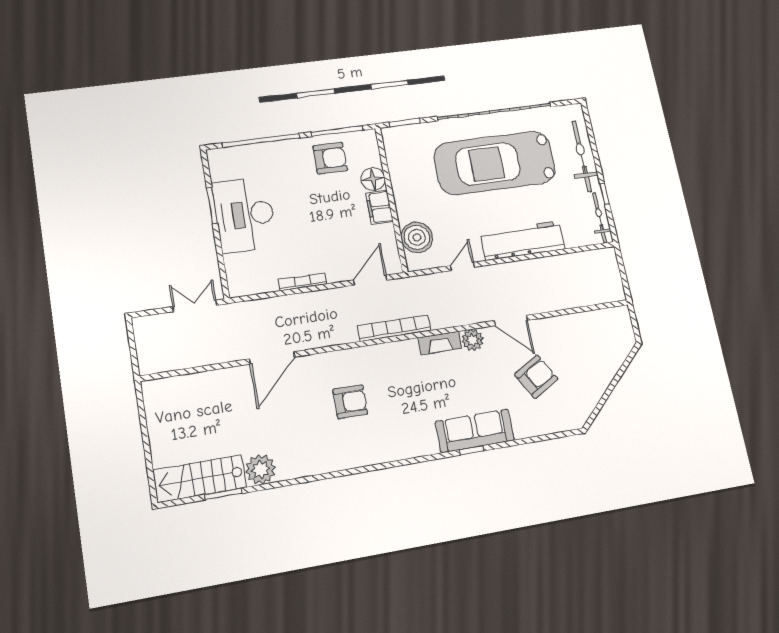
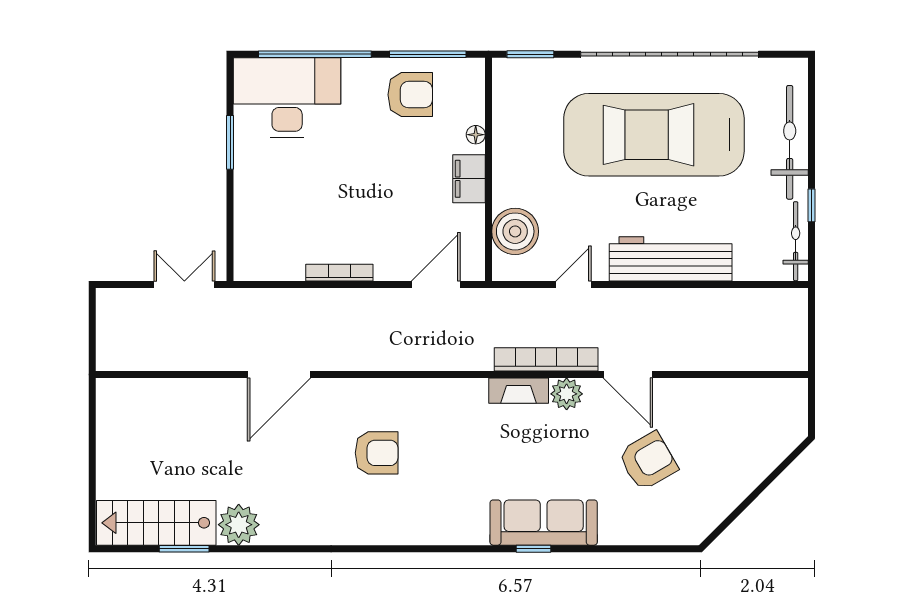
floor lamp: (373, 179) -> (476, 135), width x0.53, depth x0.53
desk: (245, 215) -> (287, 98), moved, turned 90
bookcase: (394, 328) -> (546, 359), moved

